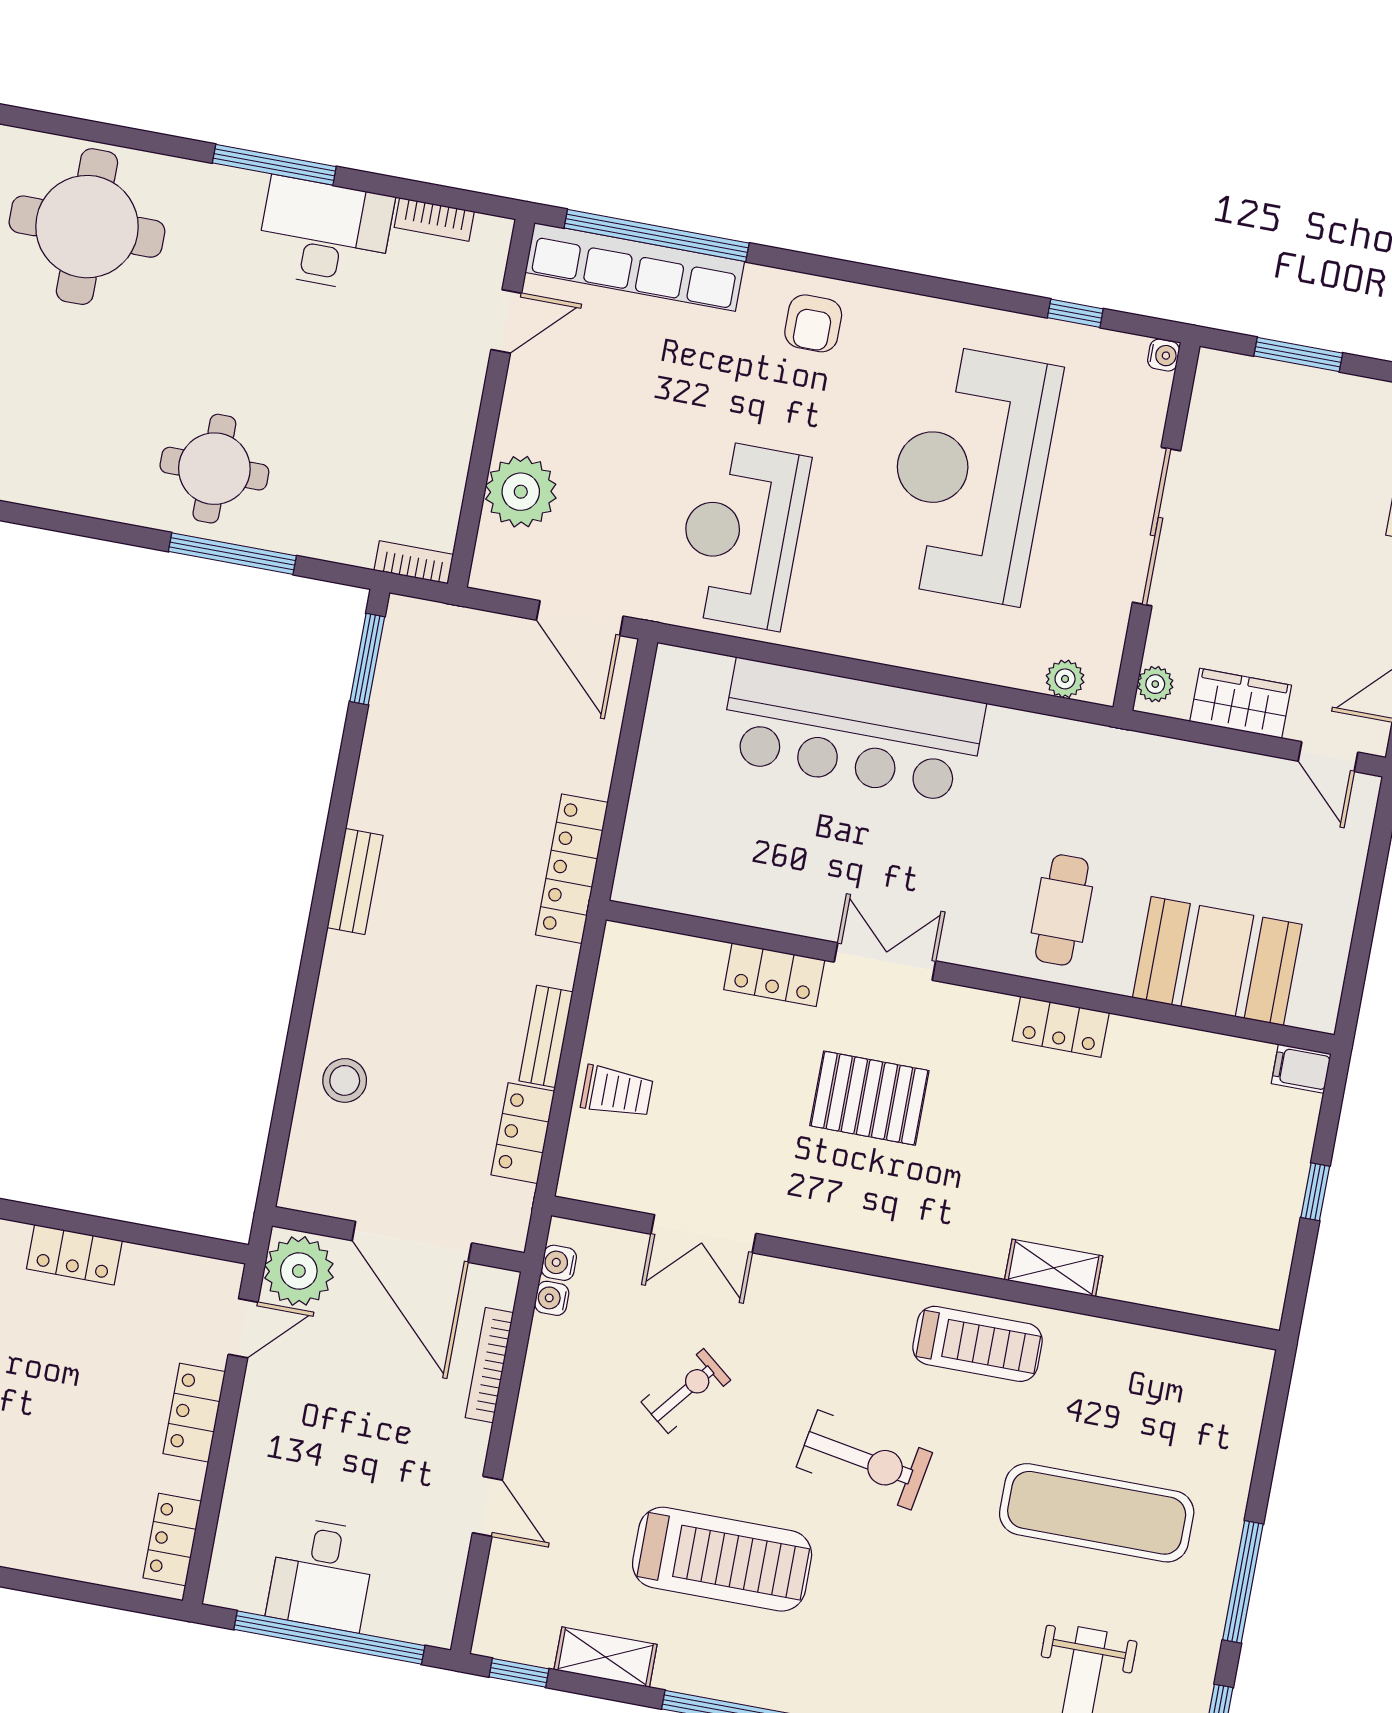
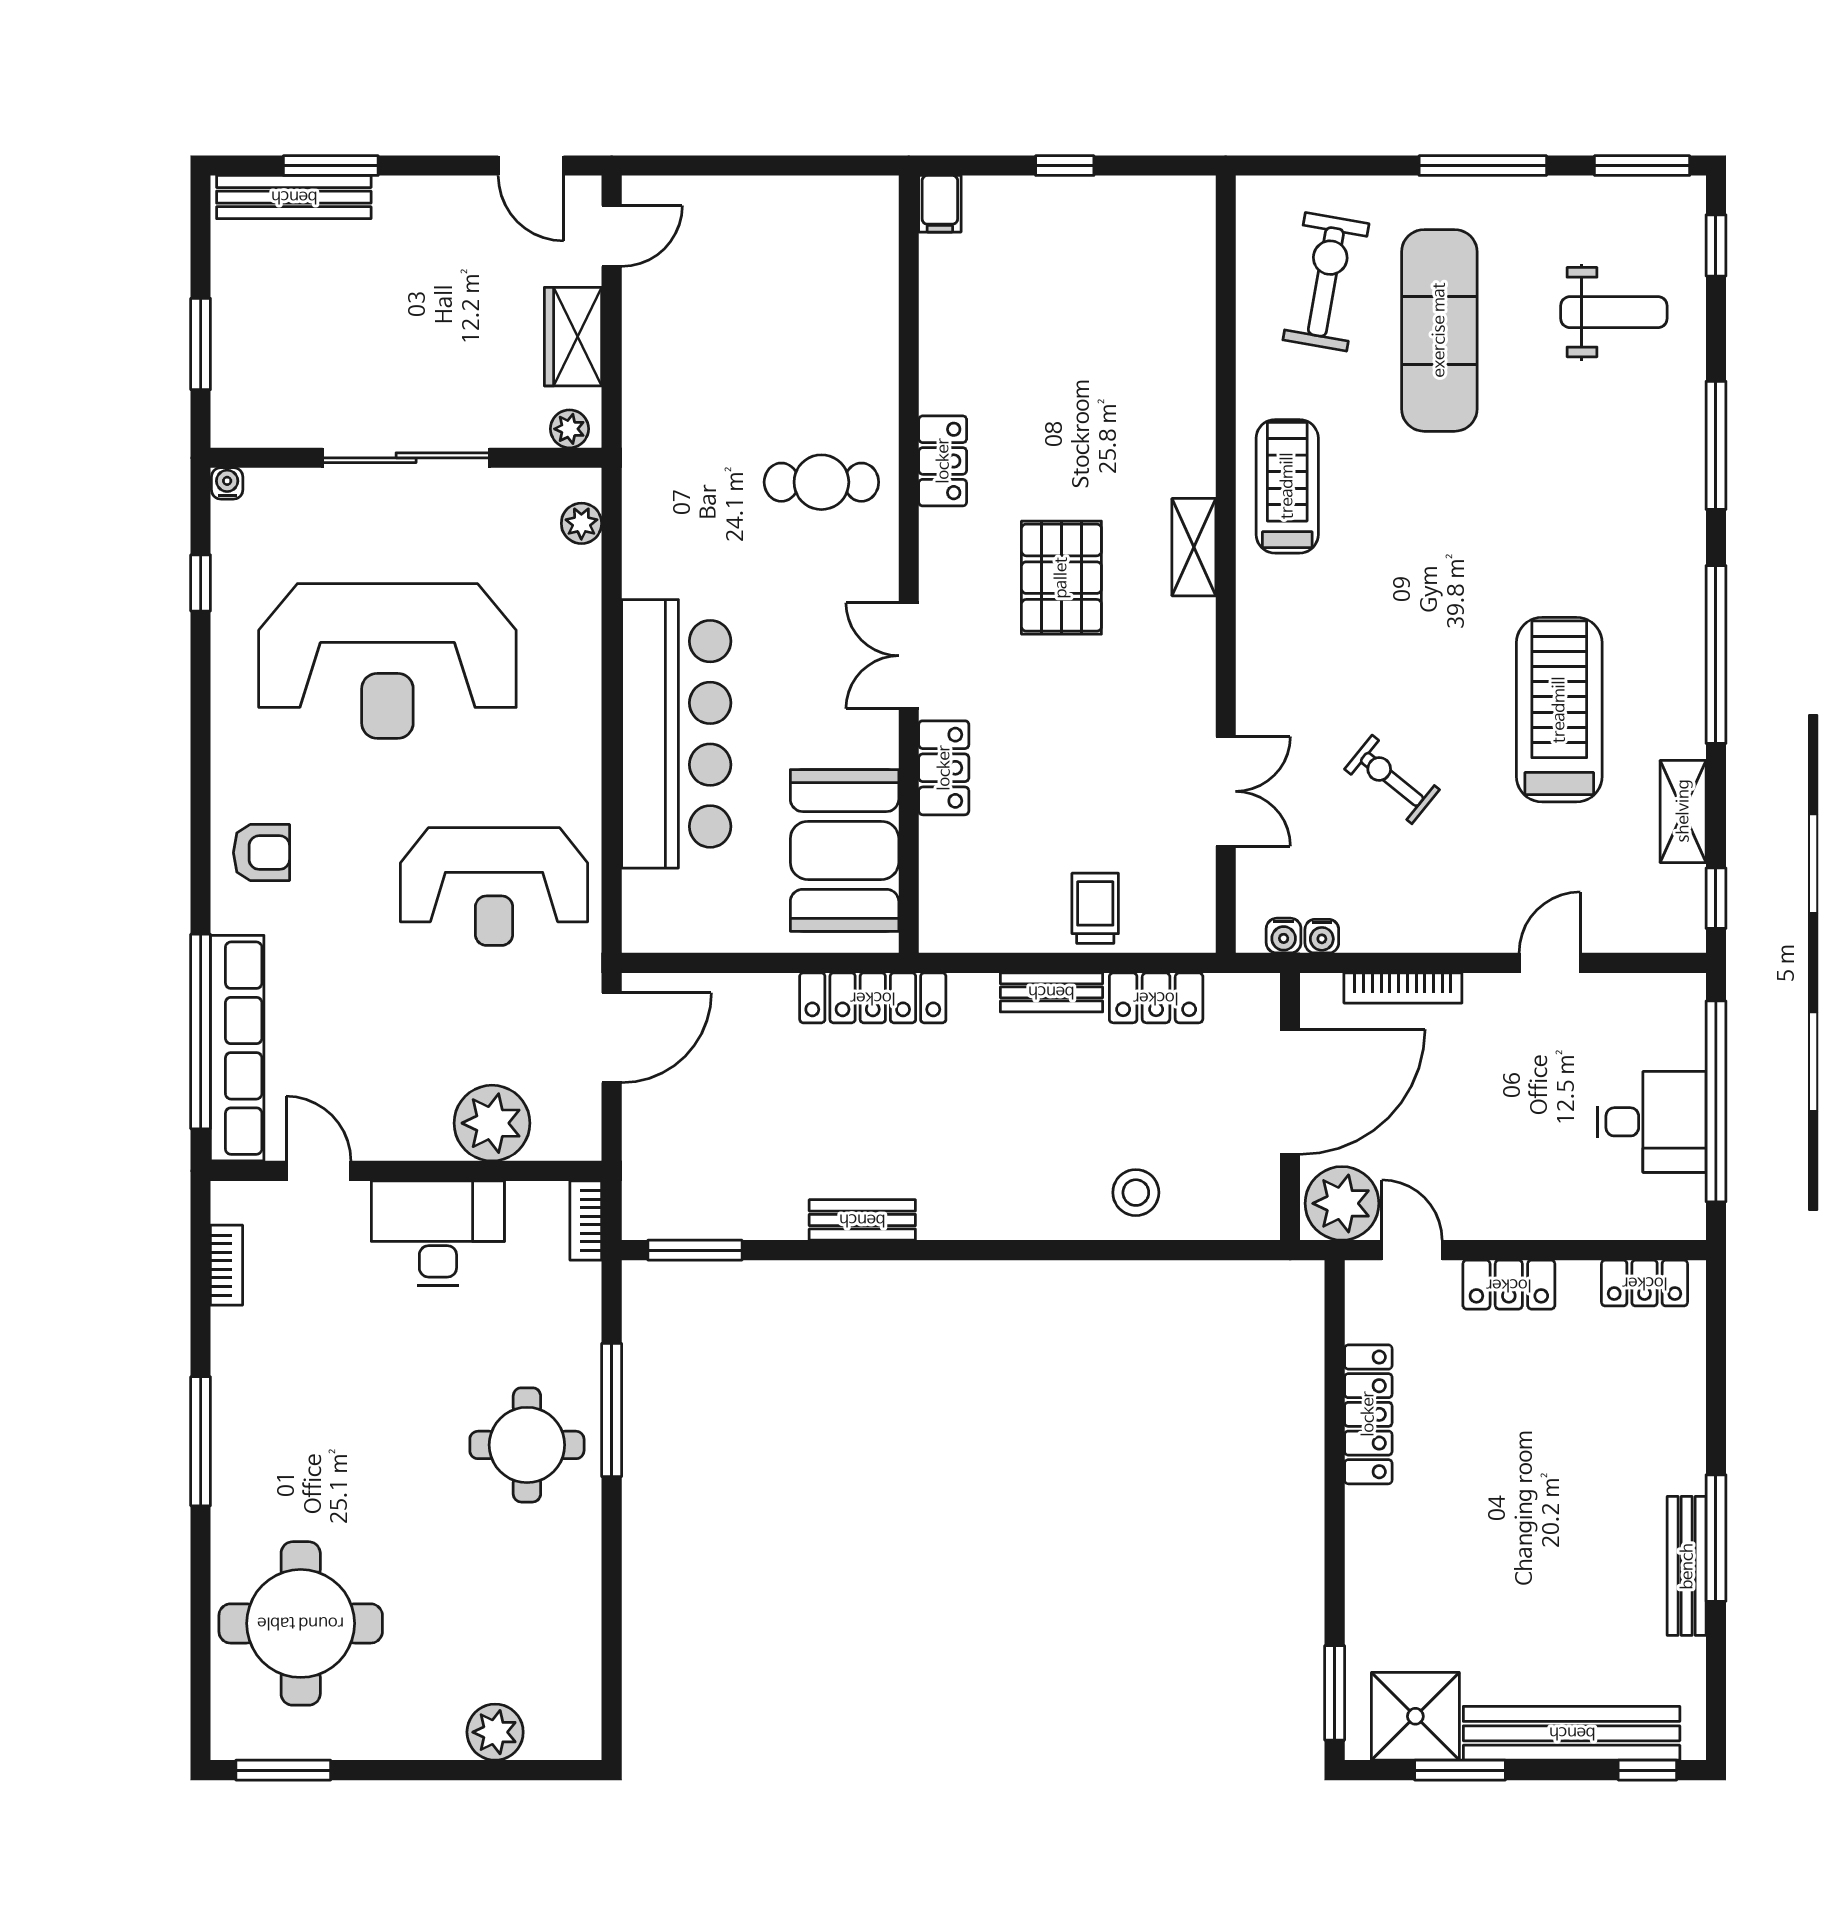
desk: (325, 234) -> (438, 1233), moved, turned 90
bench: (355, 882) -> (862, 1220), moved
booth: (1217, 961) -> (845, 850), moved
pallet: (869, 1098) -> (1061, 578), moved
locker: (74, 1255) -> (1368, 1414), width x1.53
shelving: (1054, 1268) -> (1194, 547), moved
exercise bike: (864, 1460) -> (1326, 282), moved

